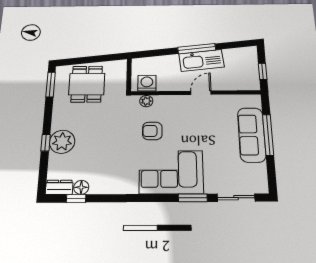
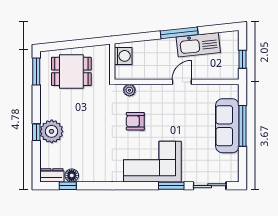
kitchen sink: (202, 60) -> (198, 45), moved
washing machine: (147, 83) -> (123, 56), moved, turned 90
dining table: (87, 84) -> (71, 71), turned 90

